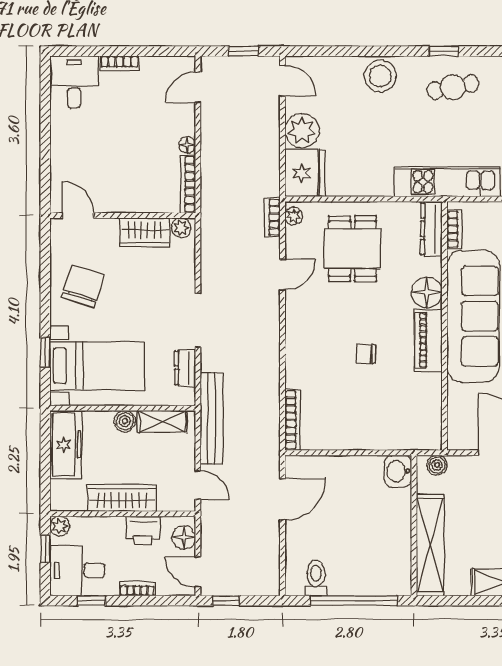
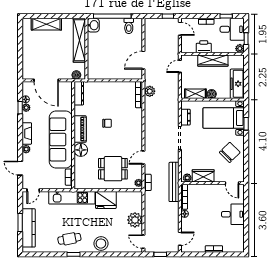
desk: (74, 82) -> (233, 214), moved, turned -90
fridge: (305, 173) -> (106, 200), moved, turned -90
dresser: (431, 229) -> (79, 93), moved
dining table: (353, 249) -> (113, 169), turned 90
chair: (83, 287) -> (230, 152), turned -153
bench: (212, 418) -> (174, 182), moved
plant: (268, 428) -> (150, 91), added
washbasin: (398, 471) -> (93, 25), moved
door: (198, 485) -> (180, 66), hinge flipped
floor lamp: (184, 538) -> (186, 44), removed

